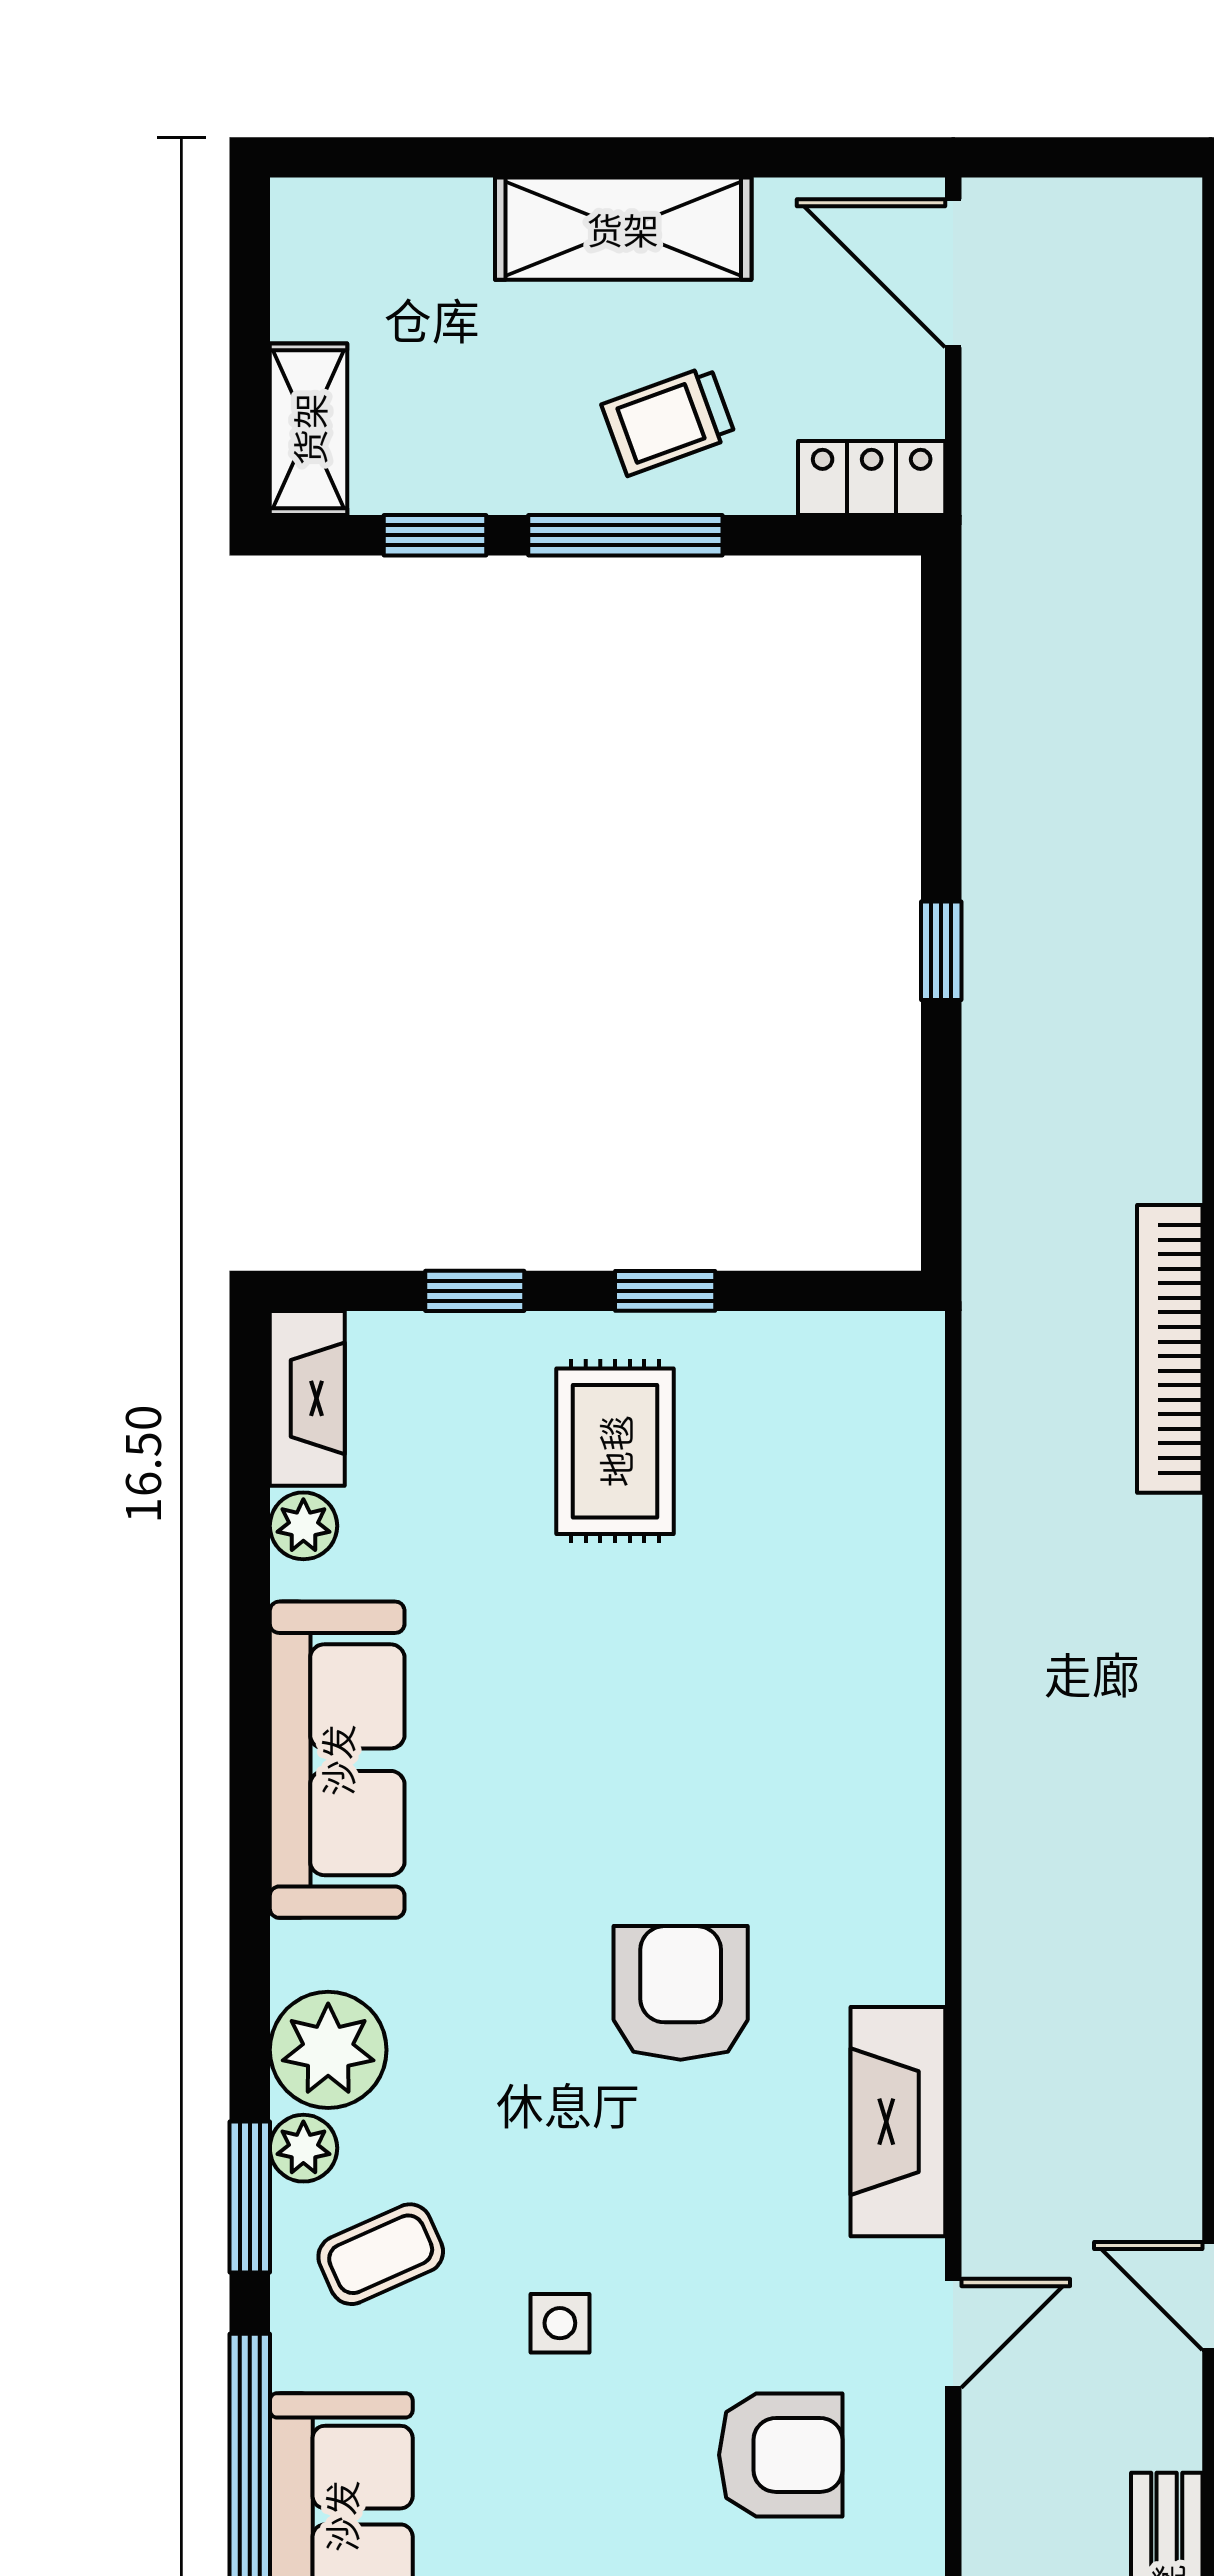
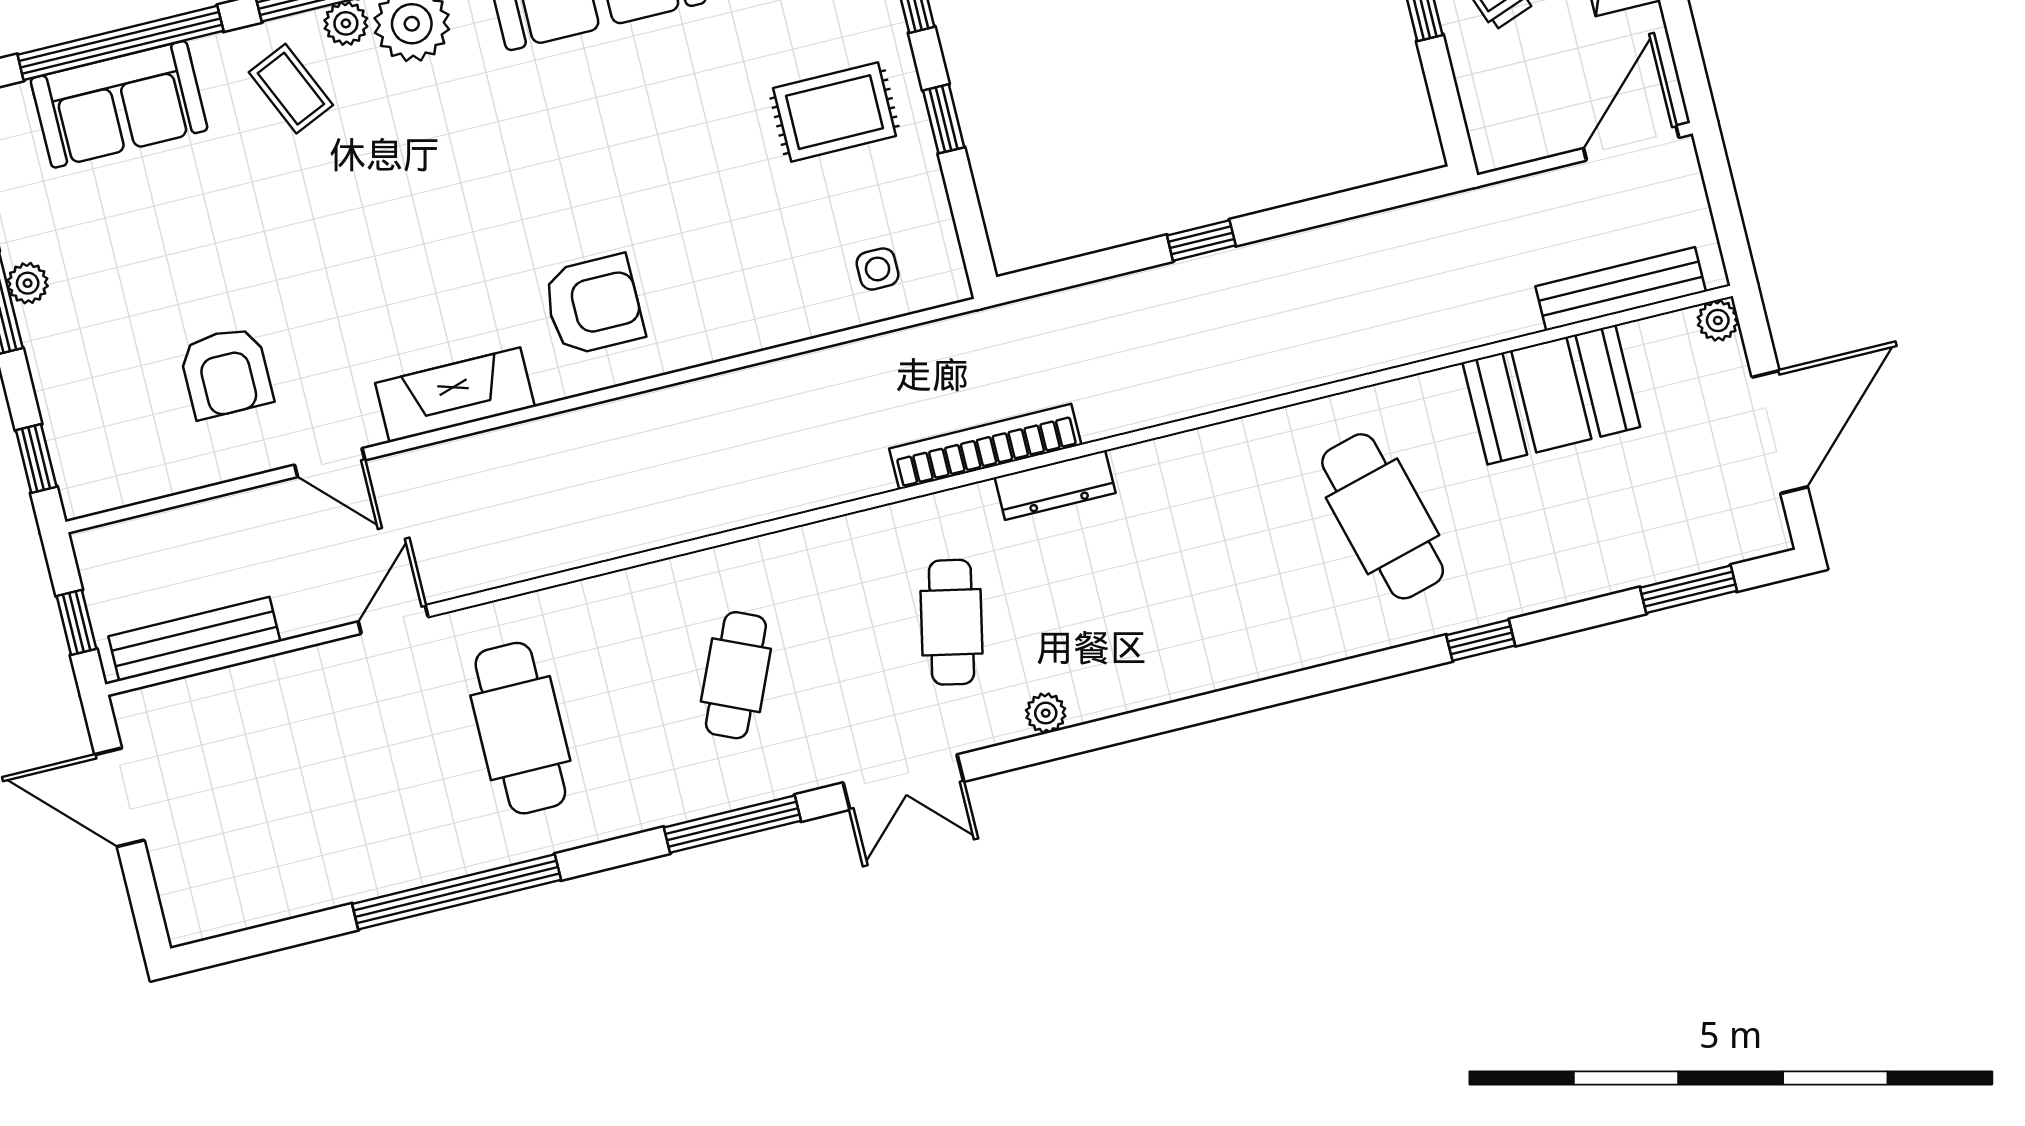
bench: (1167, 342) -> (1621, 289), added
locker: (872, 478) -> (1489, 123), removed
armchair: (681, 1993) -> (594, 305), moved
side table: (560, 2323) -> (878, 269), moved

